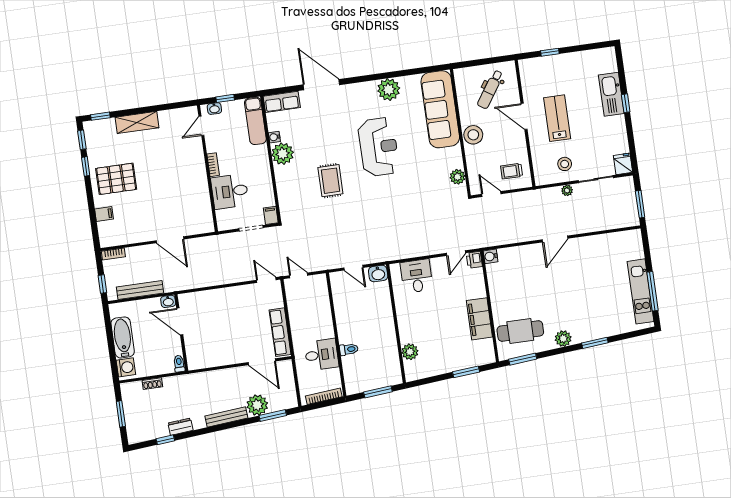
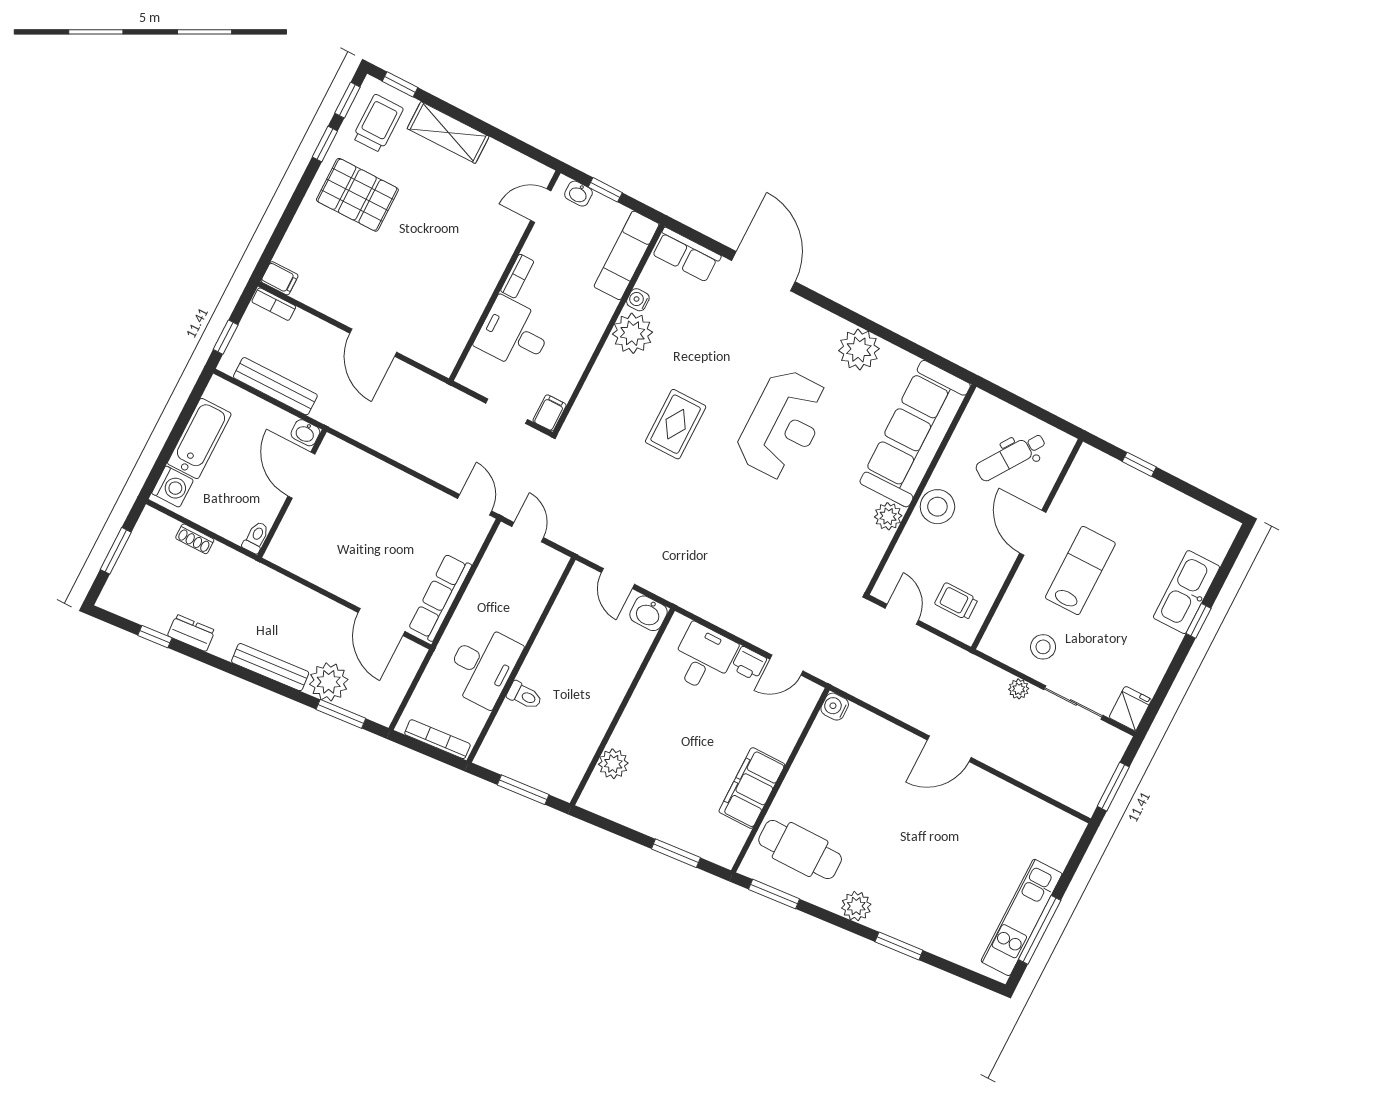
trolley: (103, 141) -> (378, 123), added
plant: (457, 177) -> (888, 516), moved
filing cabinet: (104, 214) -> (280, 278), moved
printer: (474, 260) -> (749, 663), moved, turned -90
desk: (322, 355) -> (483, 666), width x1.37

